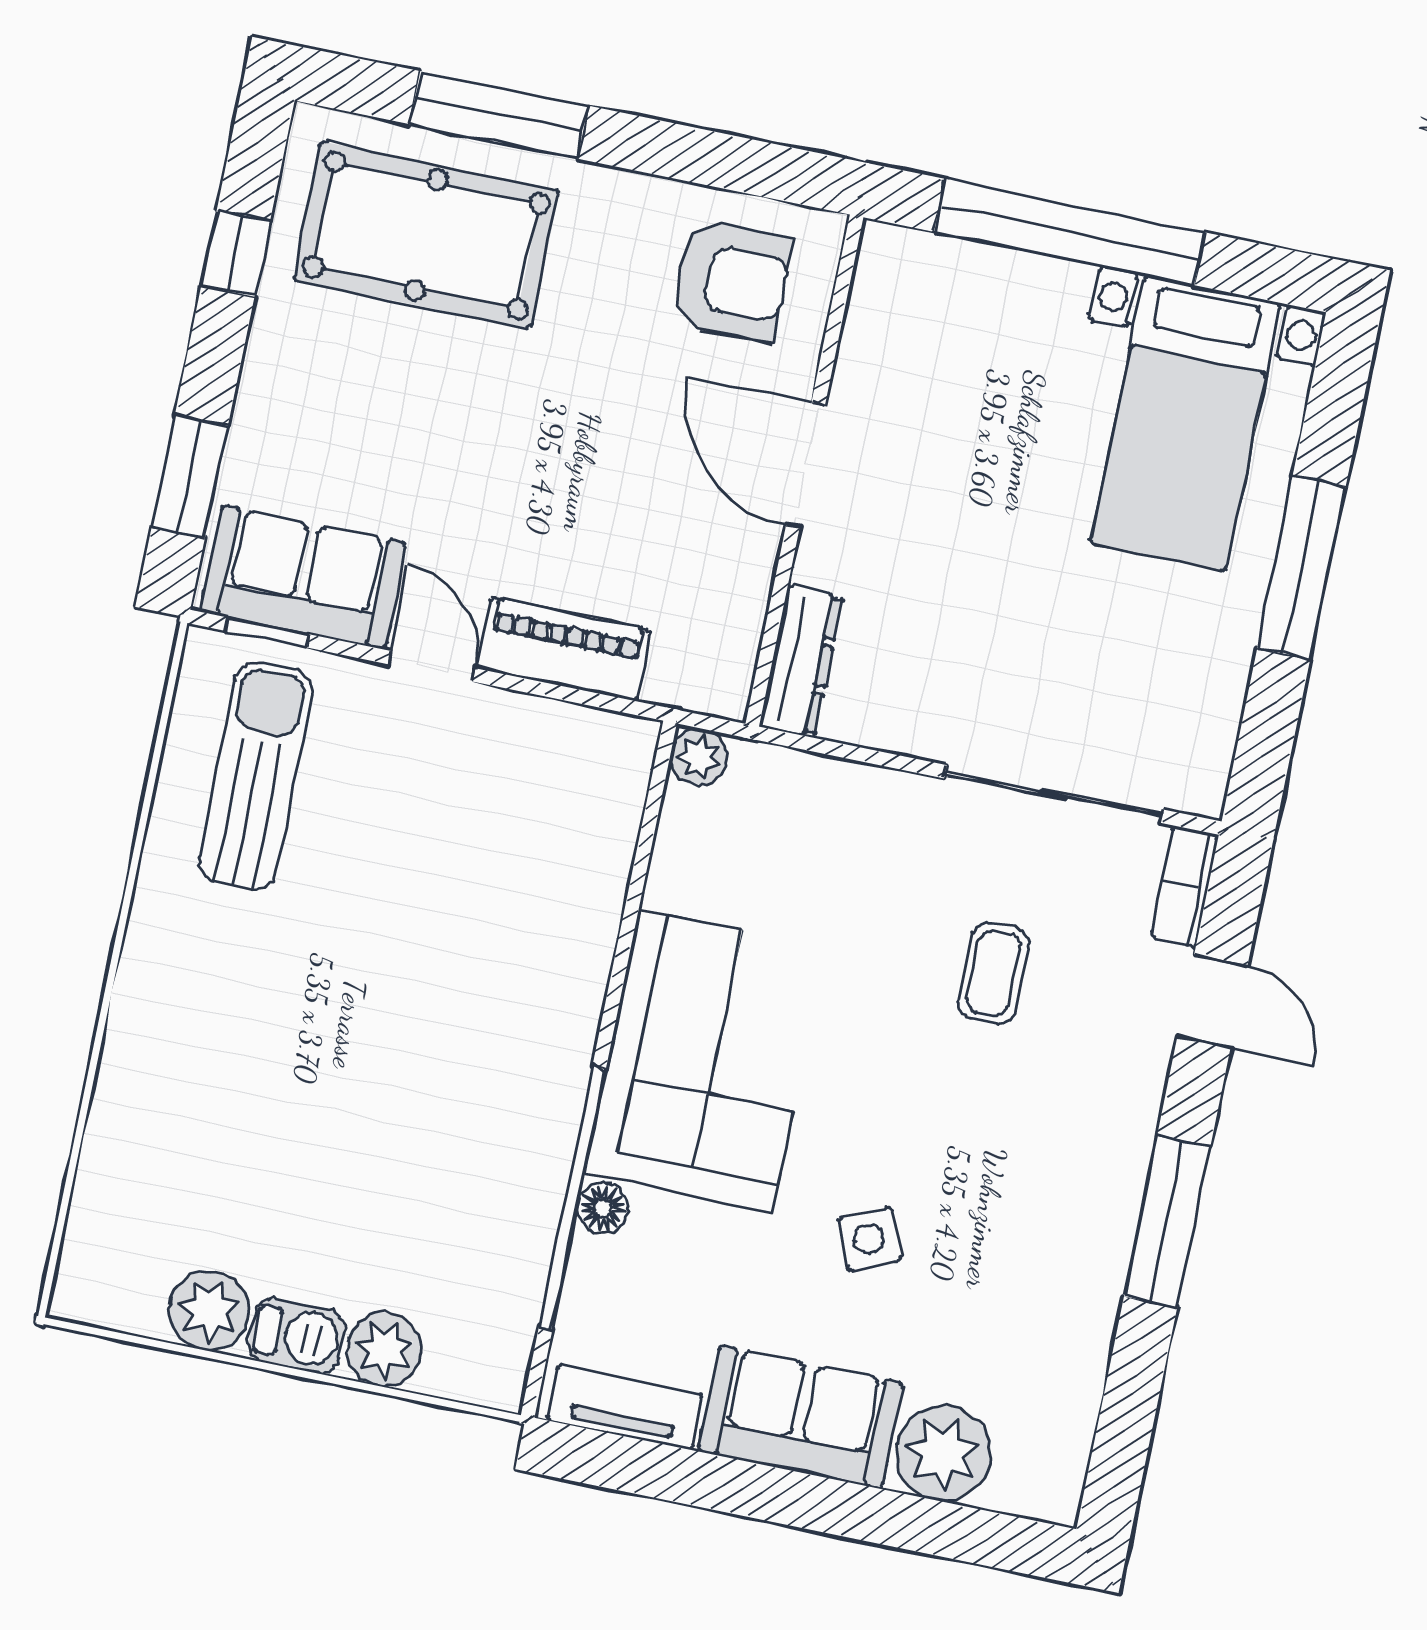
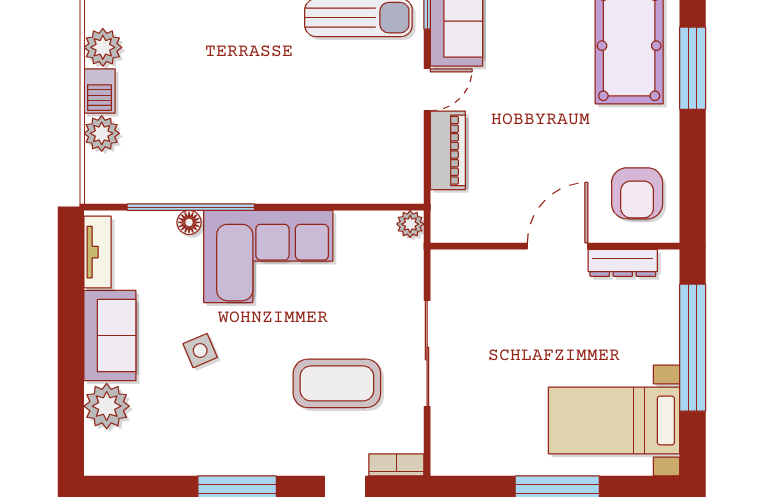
dresser: (801, 661) -> (623, 263), moved
sliding door: (1053, 794) -> (427, 353), moved
coffee table: (993, 973) -> (337, 383), width x1.86, depth x1.72

